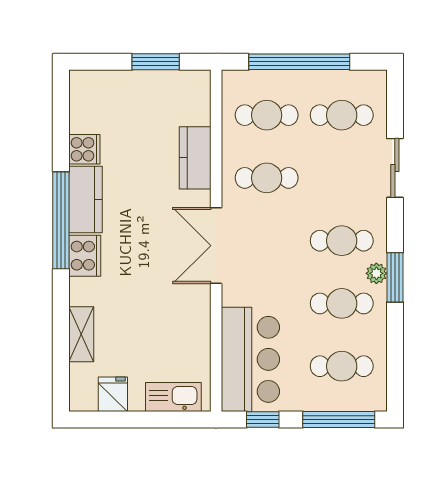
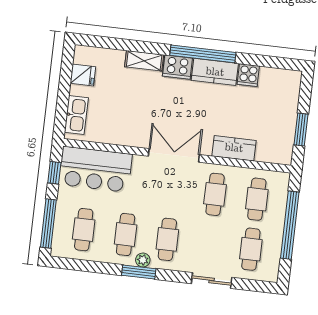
shelving: (81, 334) -> (144, 61), moved

